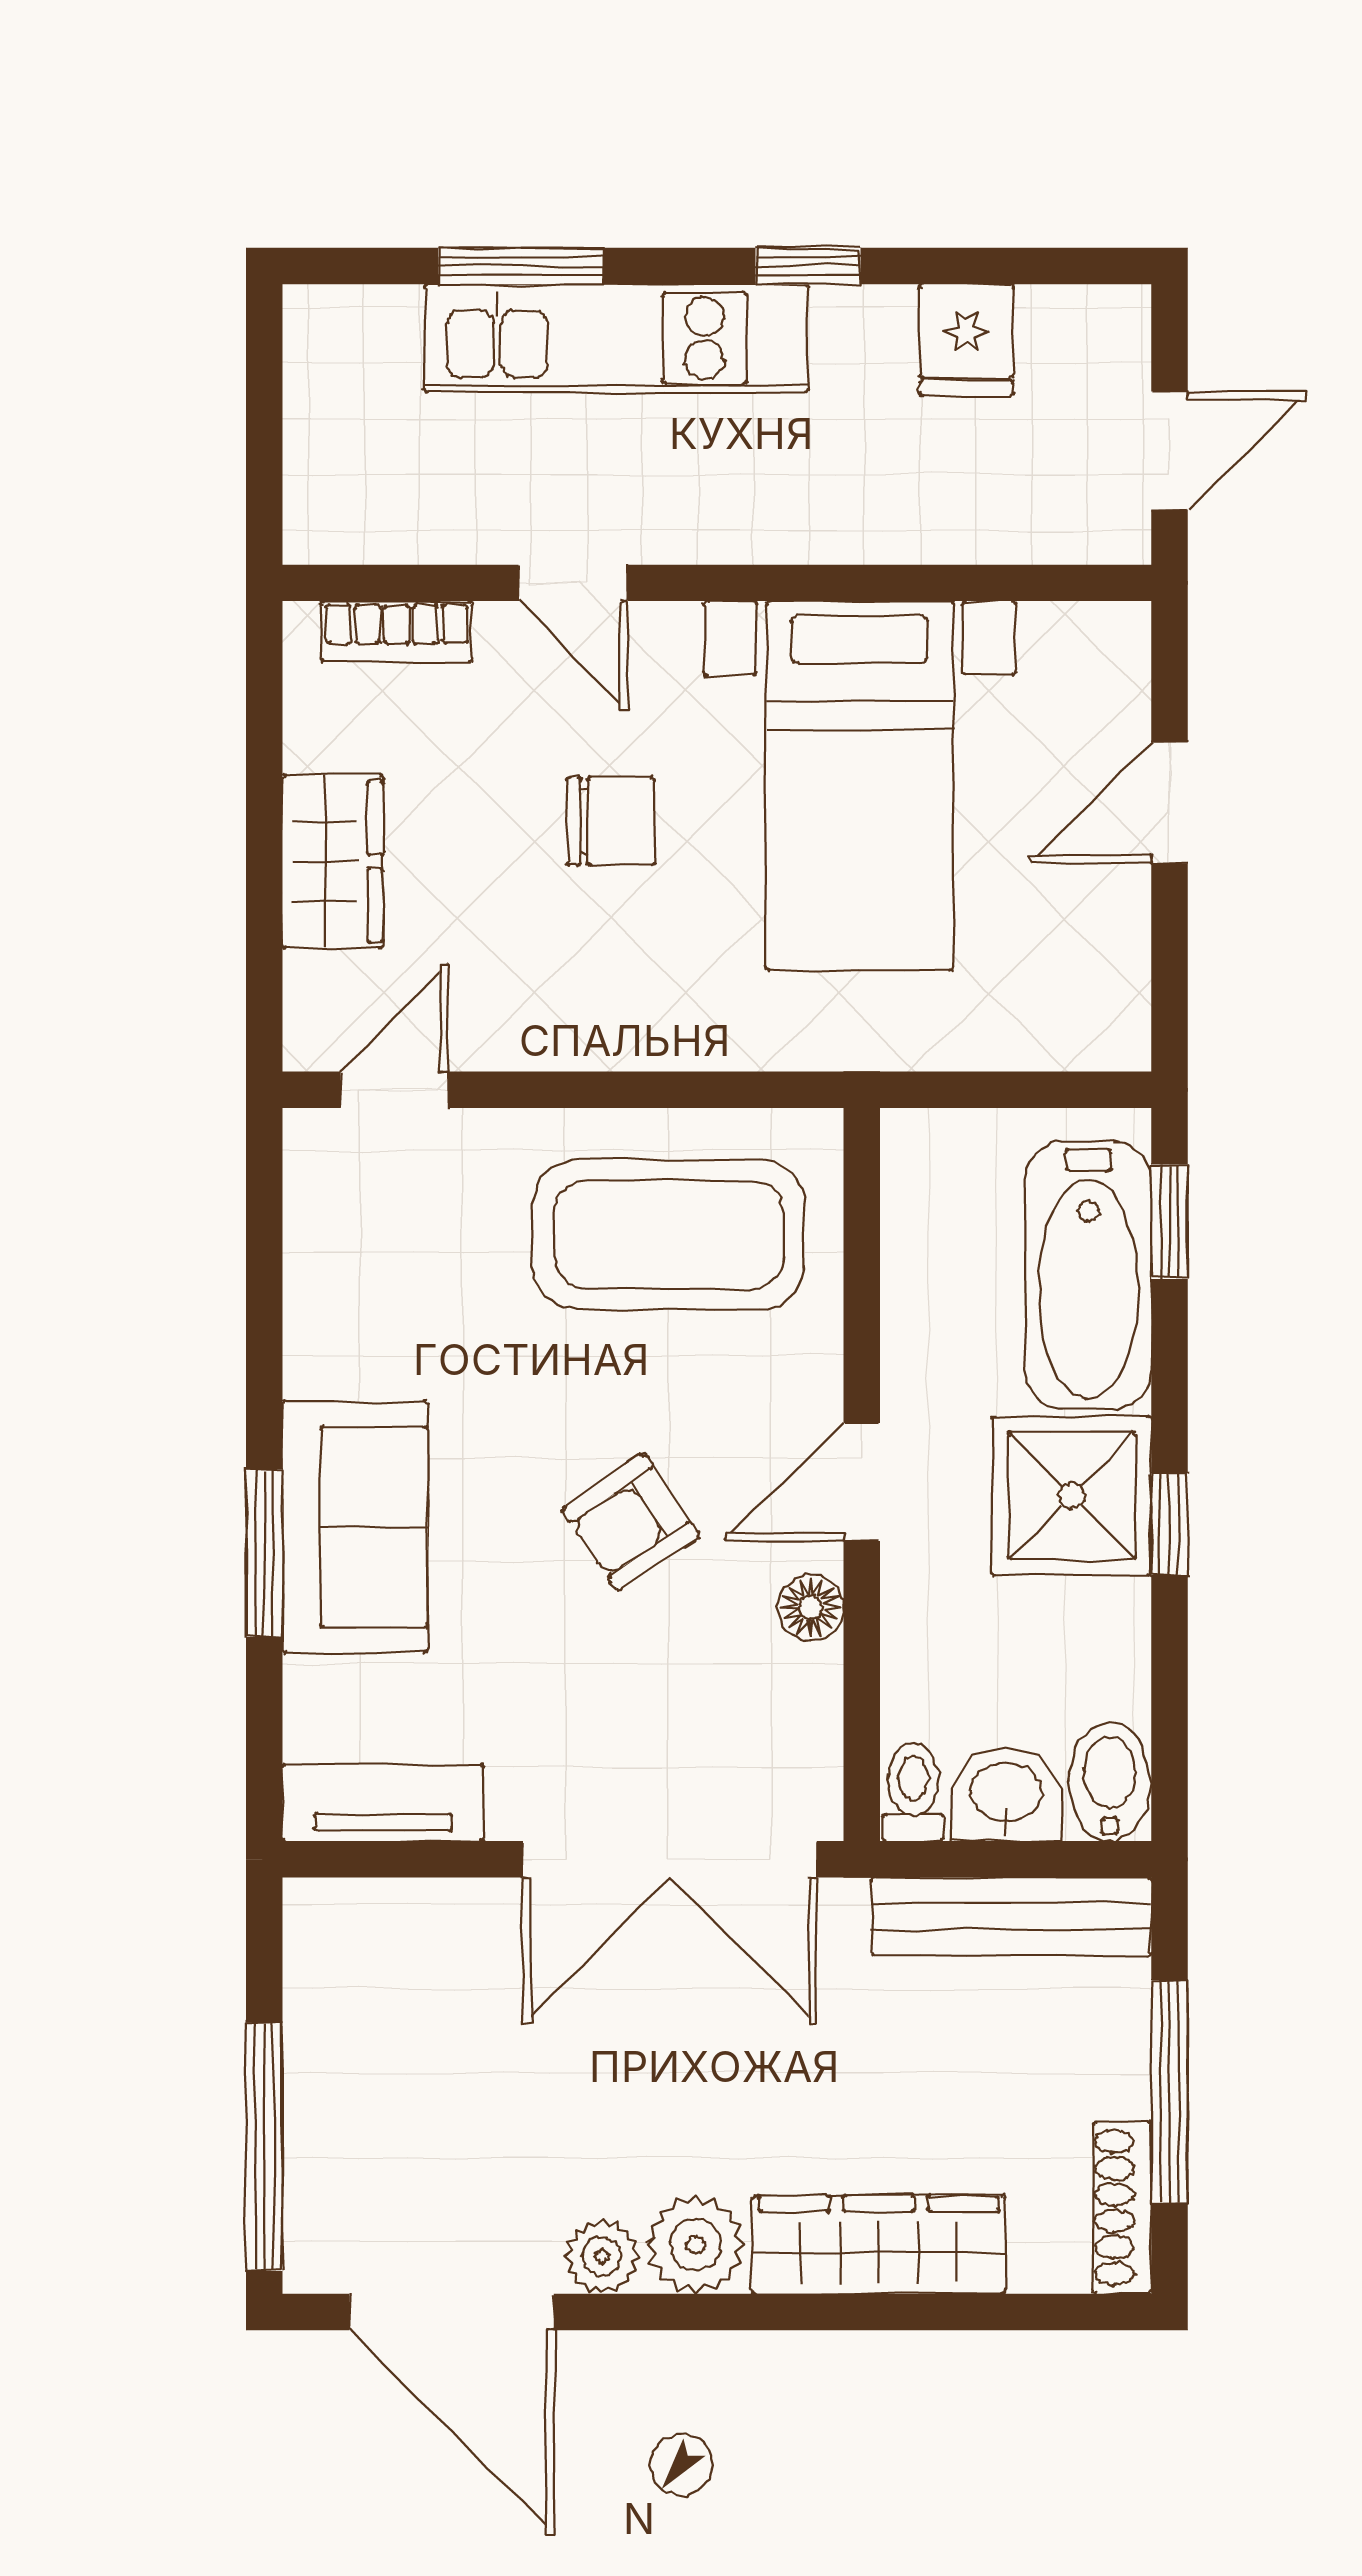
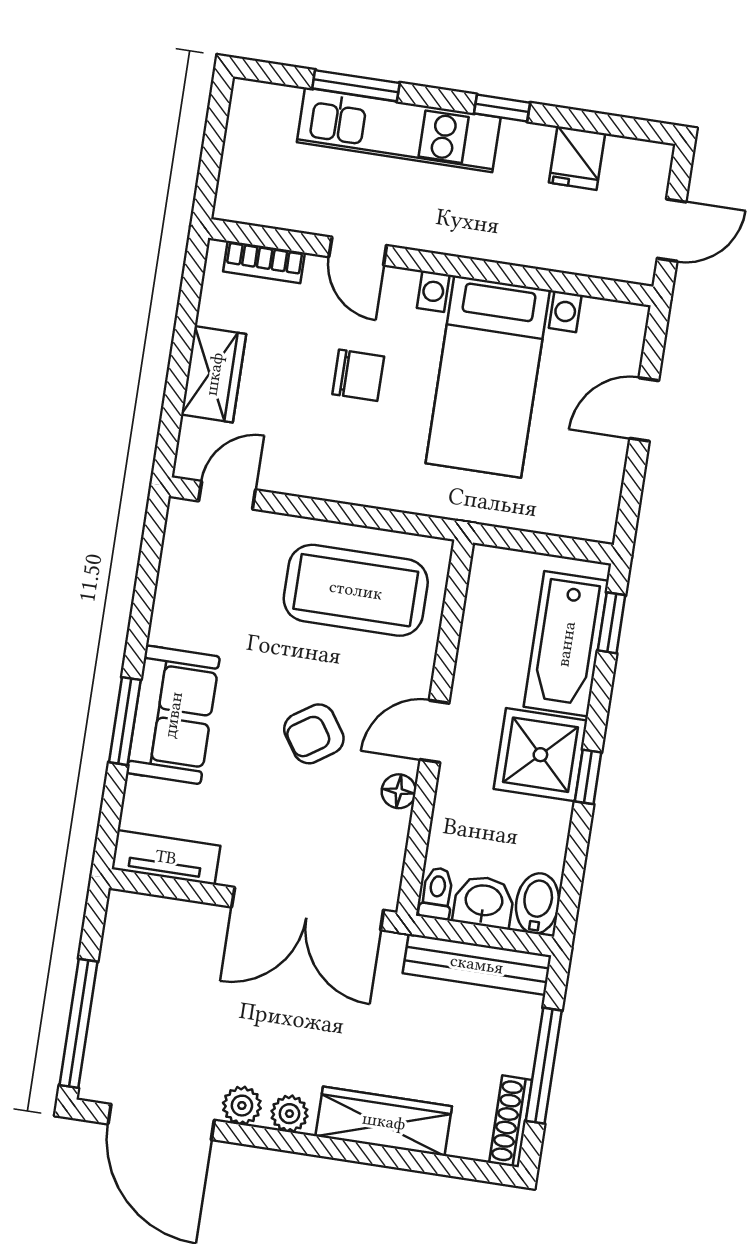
plant: (695, 2245) -> (289, 1114), width x0.73, depth x0.73

